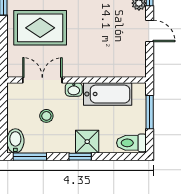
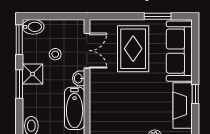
shower: (87, 142) -> (32, 74), moved
window: (80, 157) -> (19, 84), width x1.50

